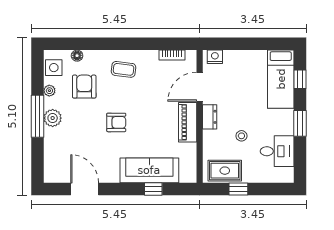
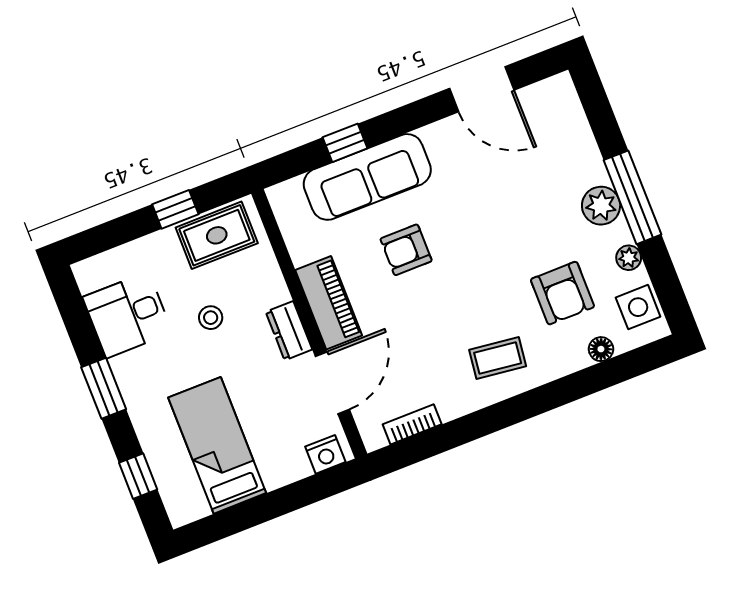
bed: (281, 79) -> (217, 445), moved
armchair: (116, 122) -> (406, 250), moved

